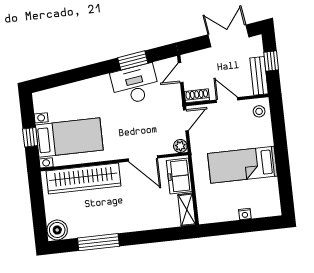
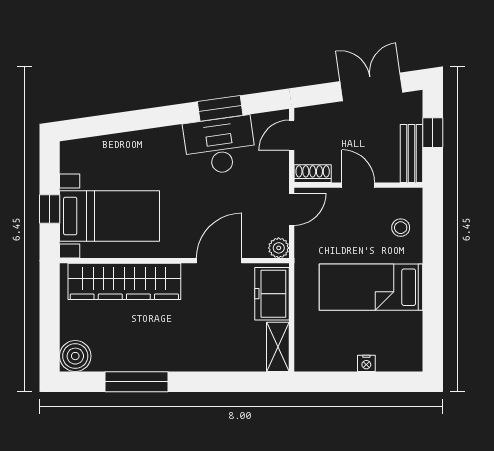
stool: (259, 111) -> (401, 228), moved
door: (143, 158) -> (219, 261), swing flipped

